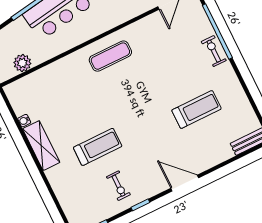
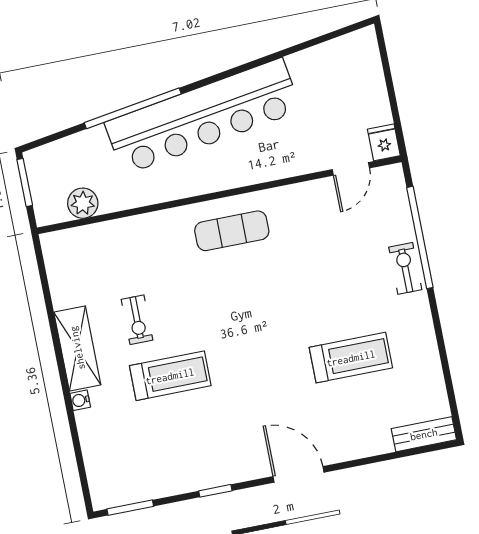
water cooler: (24, 121) -> (80, 400), moved
exercise bike: (118, 186) -> (137, 320), moved

